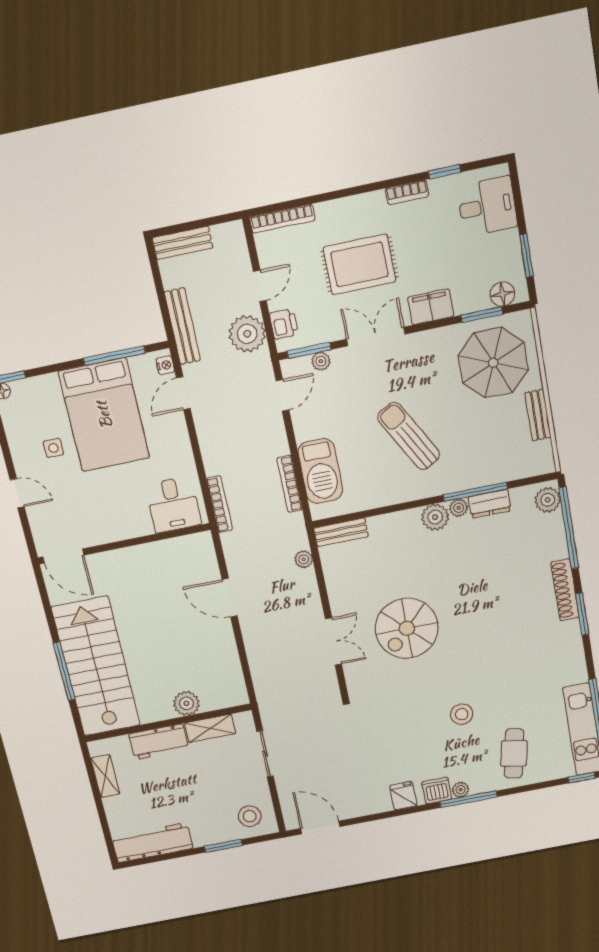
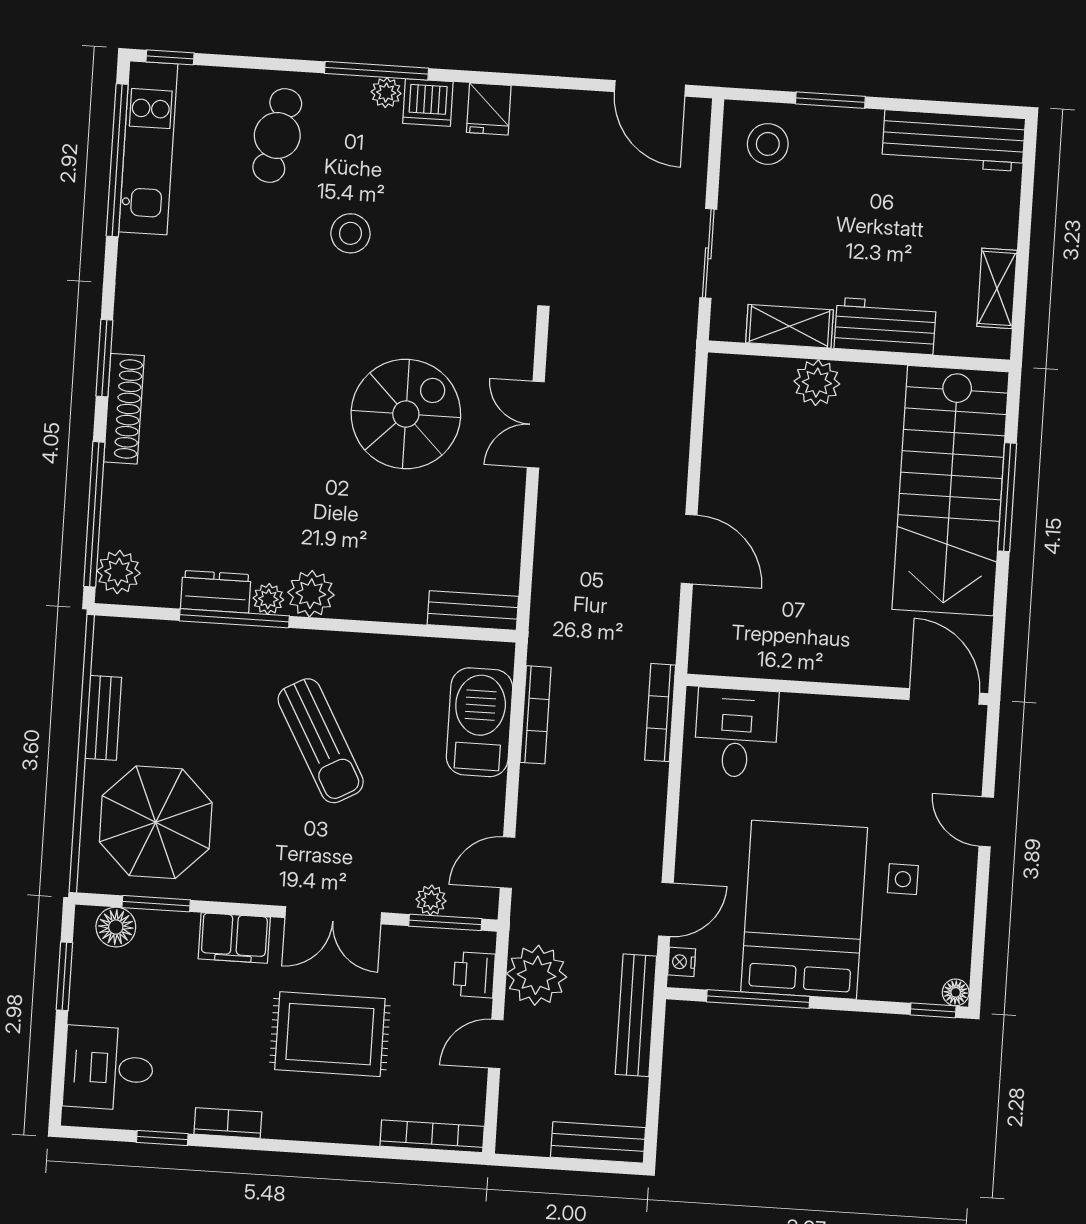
plant: (304, 559) -> (547, 581), removed

